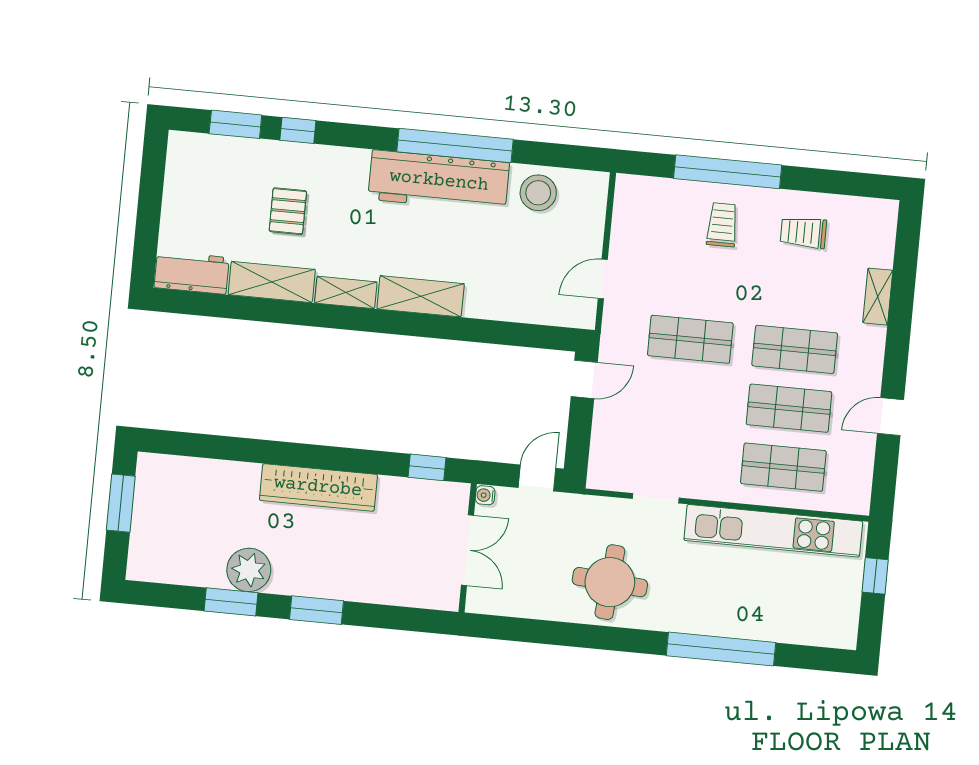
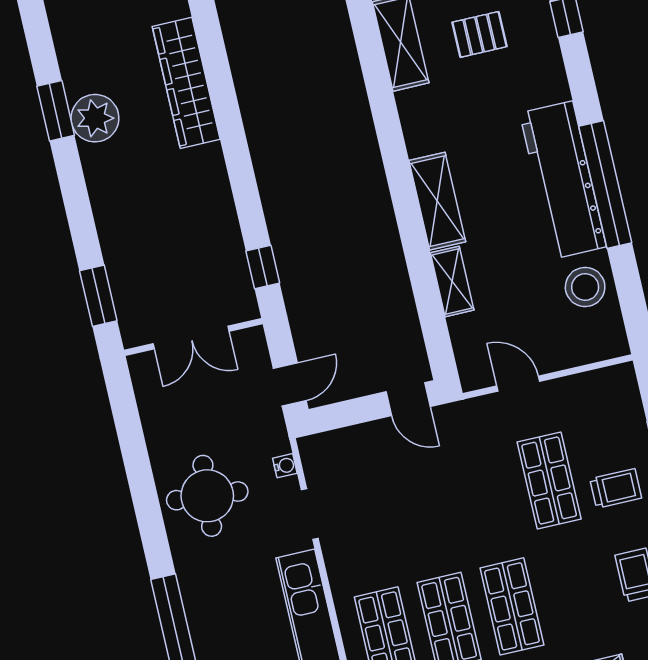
shelving: (346, 292) -> (452, 281), moved
shop shelf: (690, 339) -> (549, 481), moved
door: (537, 478) -> (290, 384), hinge flipped
wardrobe: (318, 487) -> (186, 83), moved
water cooler: (485, 495) -> (285, 466), moved, turned 90
window: (317, 610) -> (98, 296), moved

